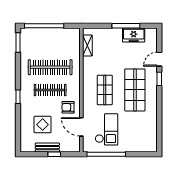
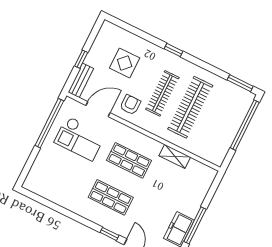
shelving: (87, 46) -> (175, 156), moved
shop shelf: (135, 90) -> (111, 197), width x0.70, depth x0.74
bench: (47, 148) -> (81, 80), moved

